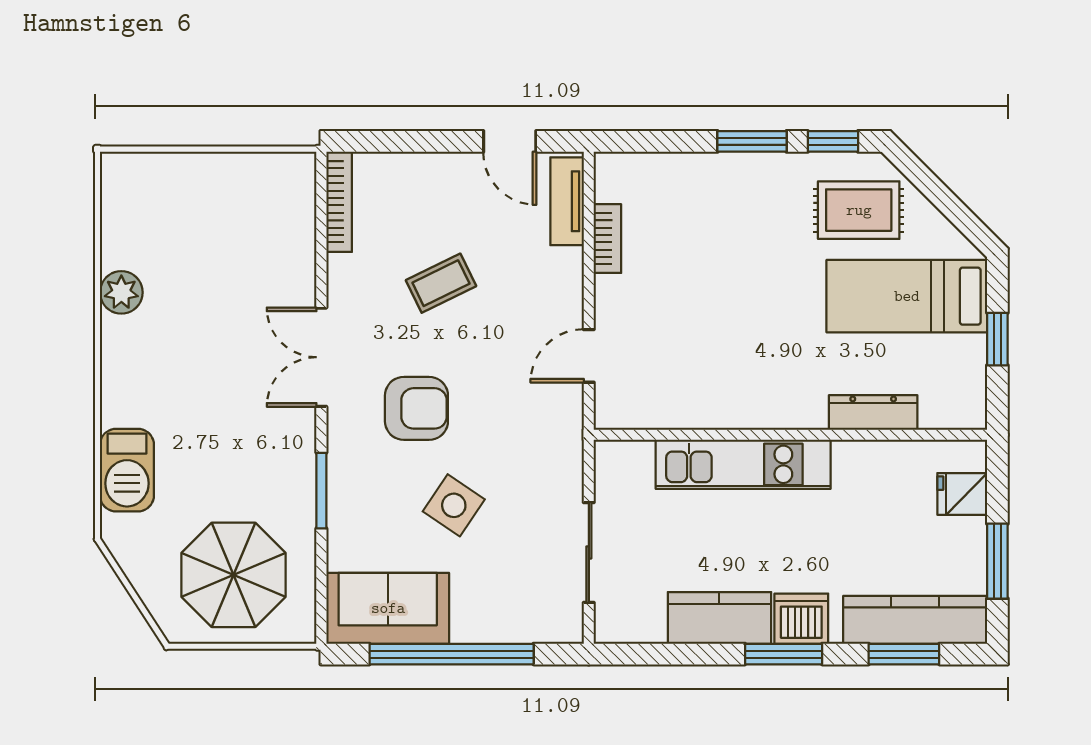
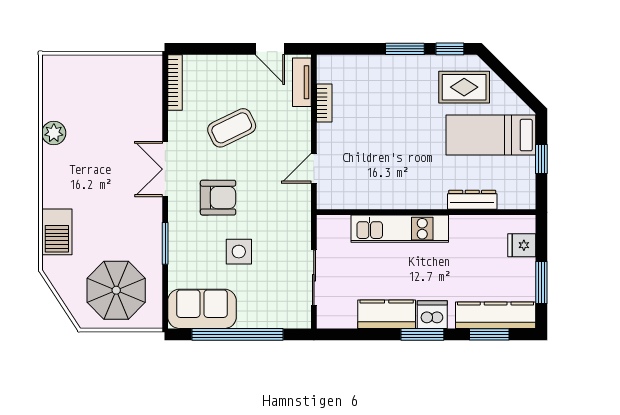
coffee table: (441, 283) -> (232, 128), width x1.36, depth x1.30
side table: (454, 505) -> (239, 252), turned -34

